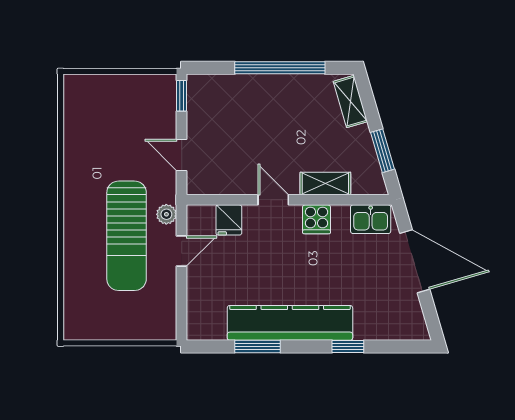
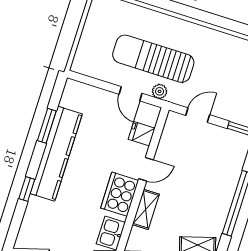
cooker: (317, 219) -> (120, 194), width x1.87, depth x1.31

